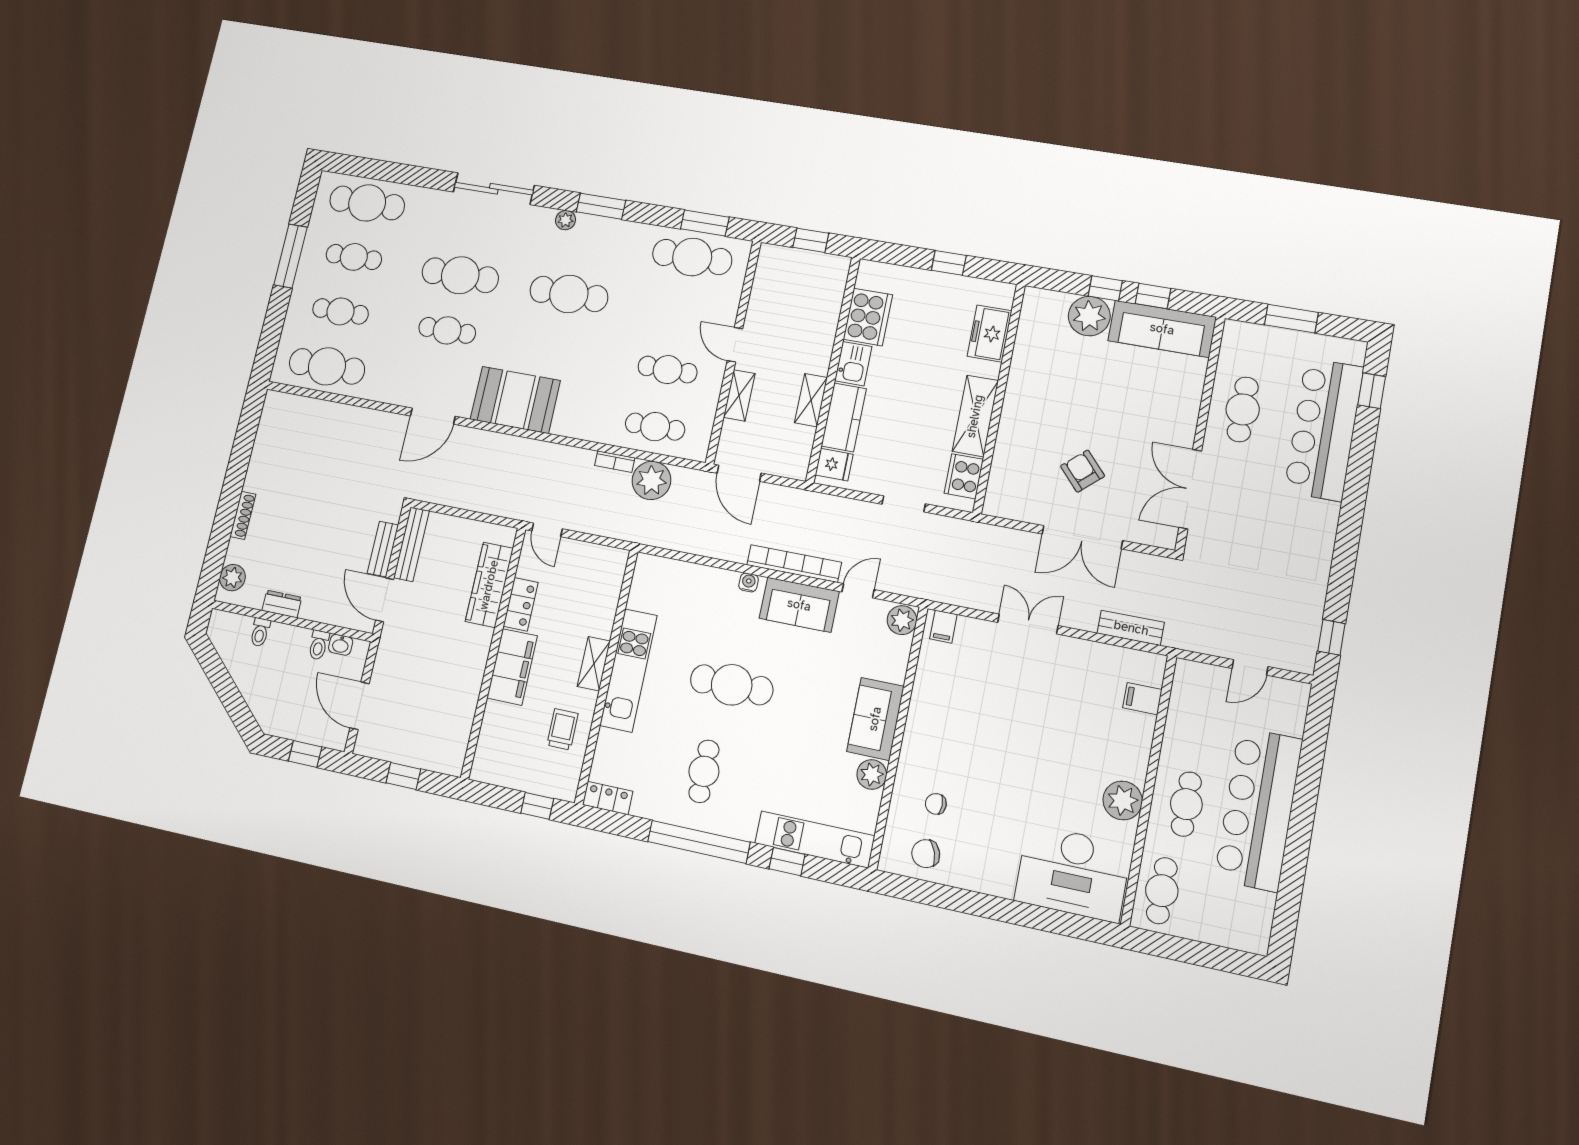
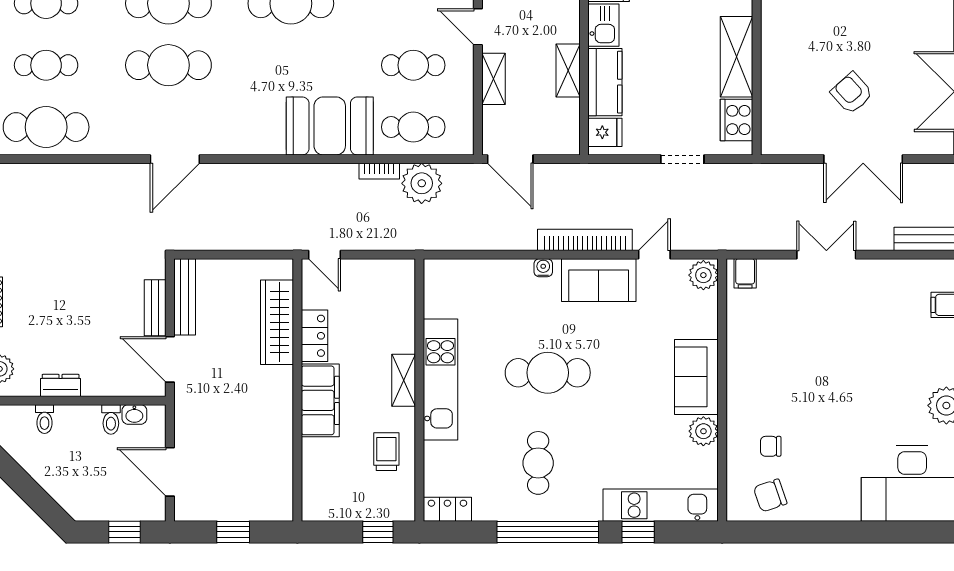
cafe table: (447, 330) -> (168, 65), width x1.37, depth x1.35
booth: (515, 400) -> (330, 126), moved

